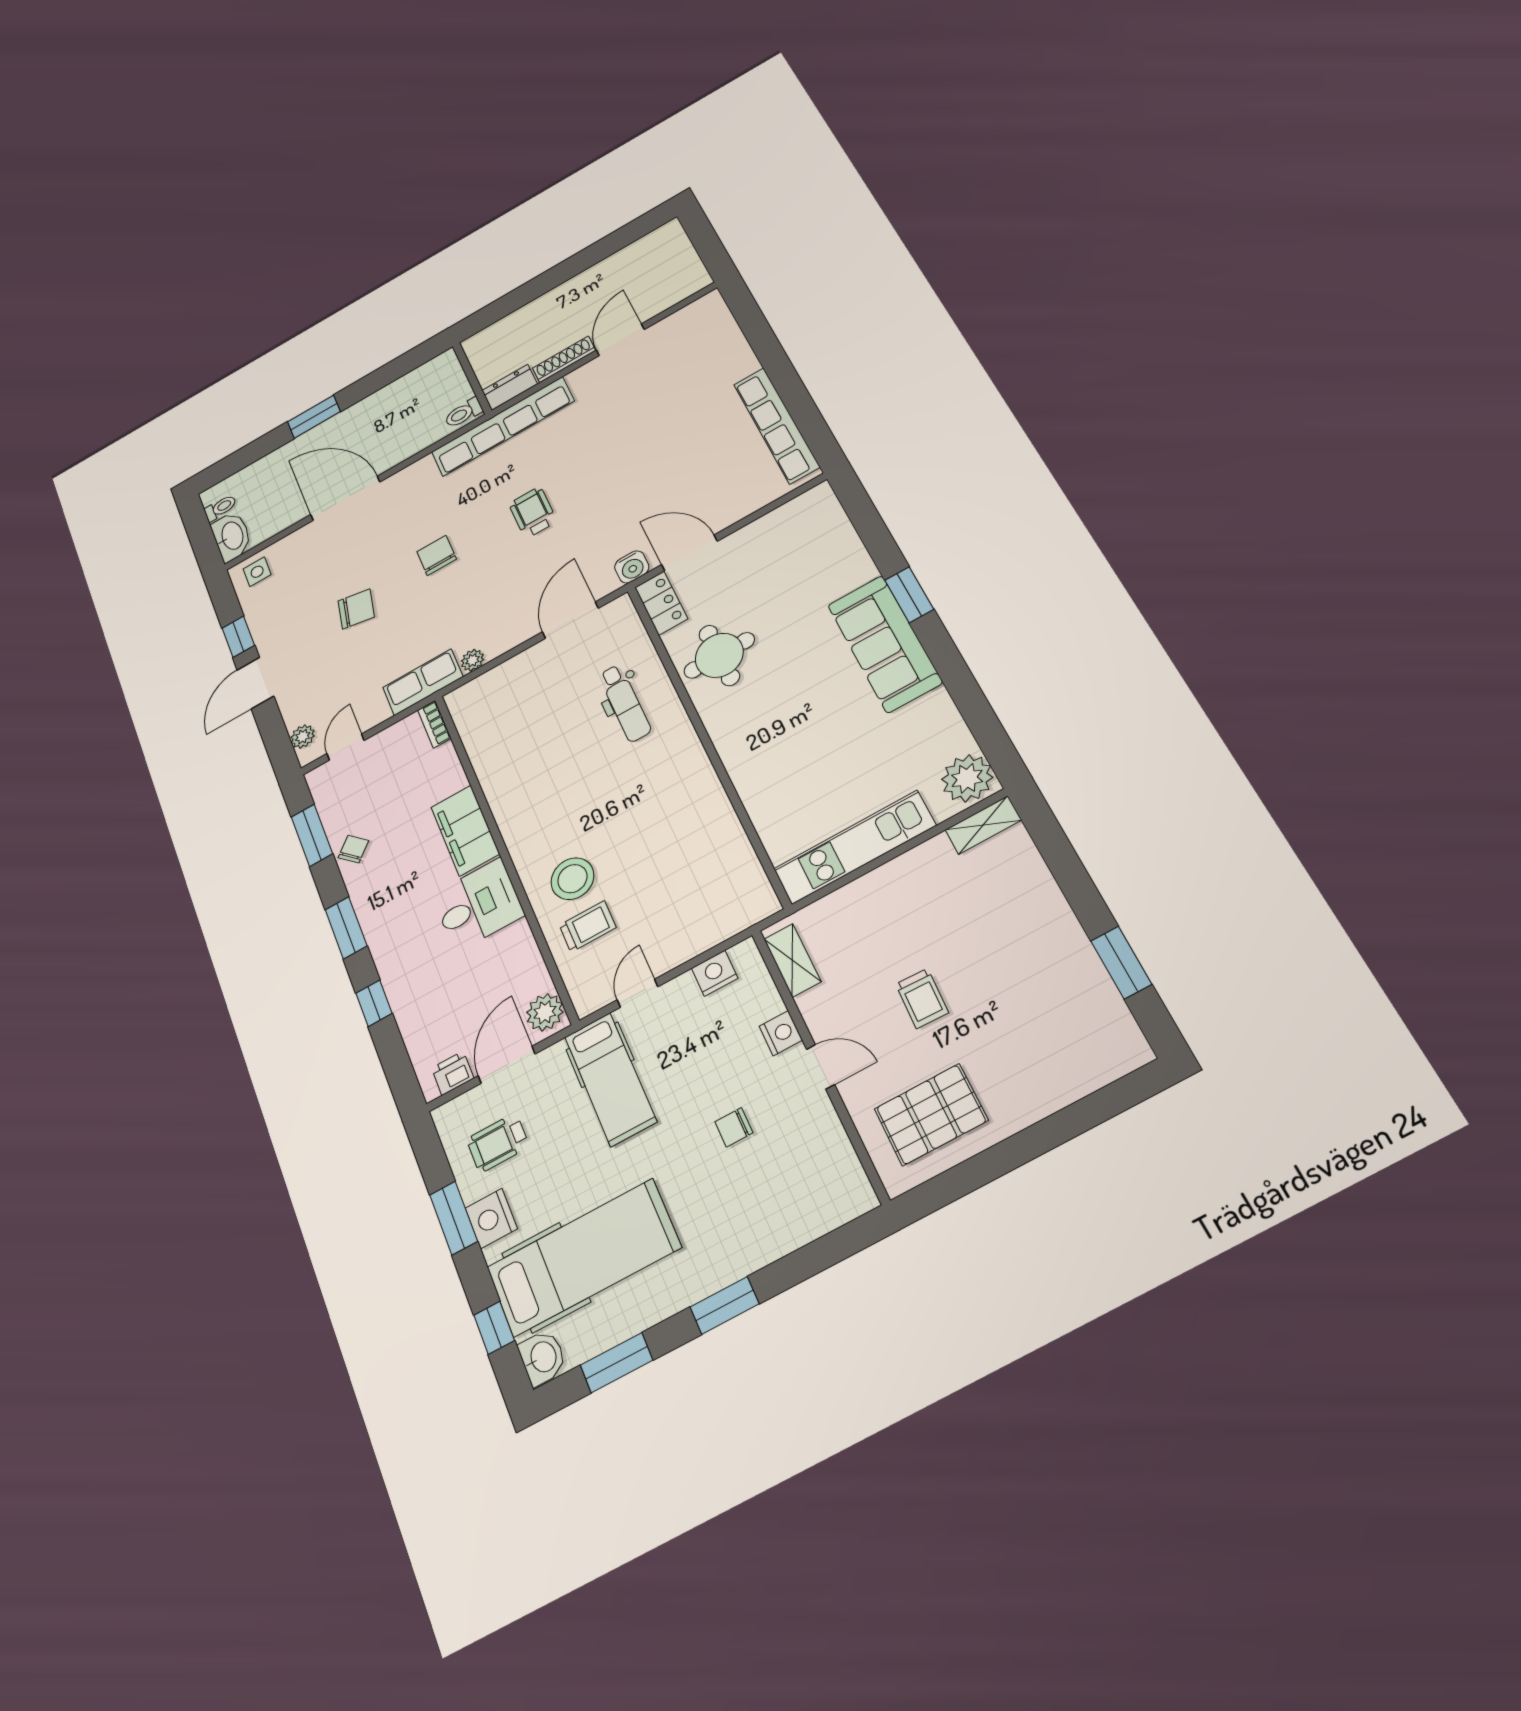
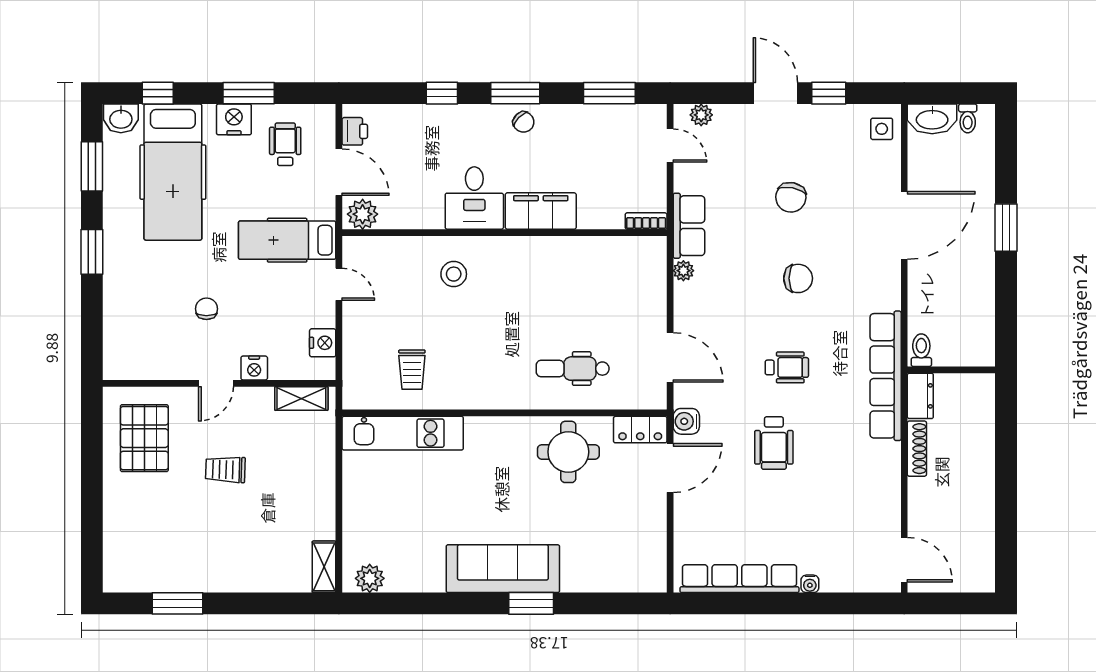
door: (620, 340) -> (904, 560), moved
water cooler: (749, 364) -> (810, 584), added
wheelchair: (617, 478) -> (774, 443), added
plant: (967, 778) -> (370, 578), width x0.73, depth x0.73
kitchen unit: (855, 847) -> (403, 433), moved, turned 90
chair: (353, 849) -> (523, 122), moved
stool: (572, 879) -> (454, 274), width x0.73, depth x0.73
trolley: (588, 926) -> (412, 370), moved

